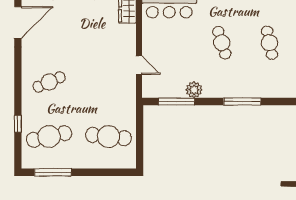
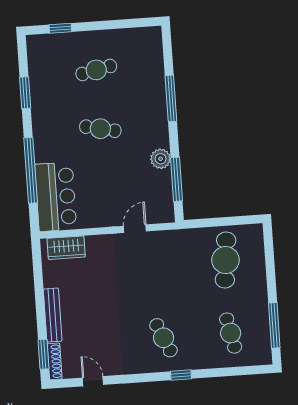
door: (18, 22) -> (93, 381), width x0.53
cafe table: (222, 43) -> (100, 129), turned 30
window: (18, 124) -> (181, 375), moved
cafe table: (49, 137) -> (231, 333), width x0.73, depth x0.74

